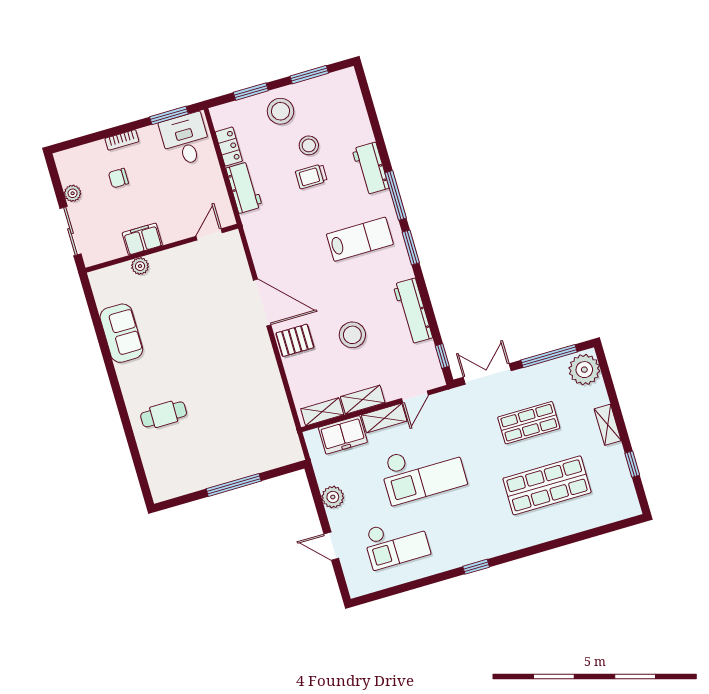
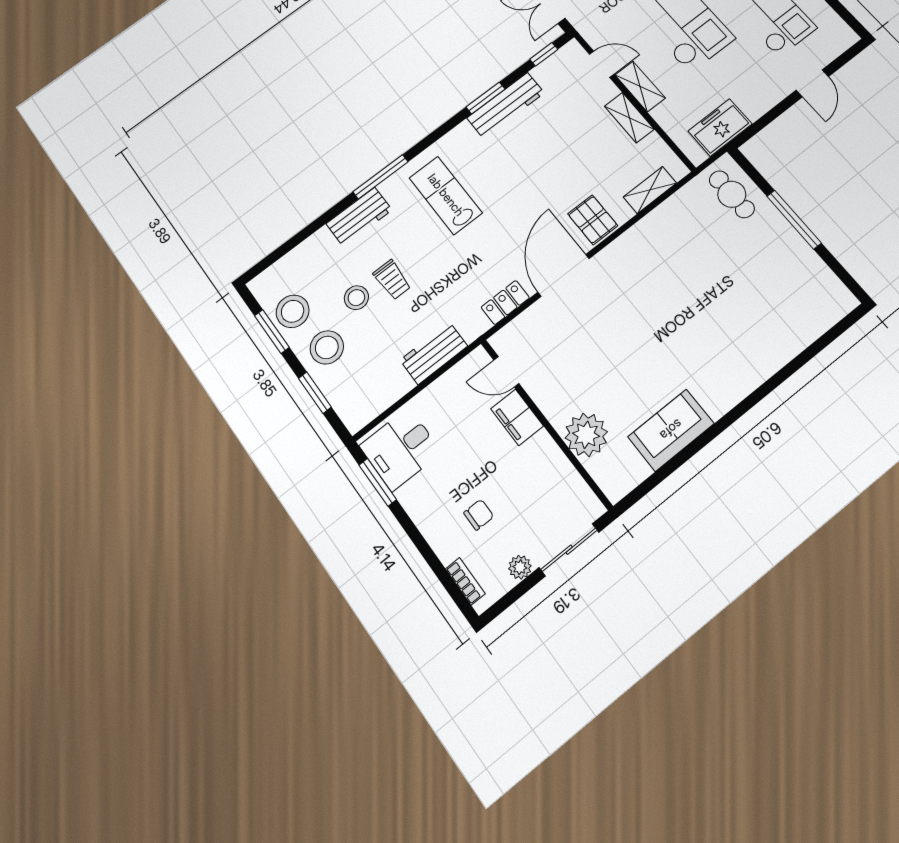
bookcase: (122, 140) -> (465, 581), moved
locker: (229, 146) -> (505, 302), moved
chair: (118, 178) -> (479, 515), turned -90
filing cabinet: (142, 239) -> (517, 417), moved
window: (411, 247) -> (485, 98), moved
plant: (140, 266) -> (586, 435), width x1.88, depth x1.88
stool: (352, 335) -> (293, 311), moved
shelving: (322, 412) -> (650, 190), moved, turned 90
cafe table: (164, 414) -> (732, 194), moved
freezer: (343, 435) -> (720, 127), moved, turned -90
plant: (333, 497) -> (755, 104), removed

